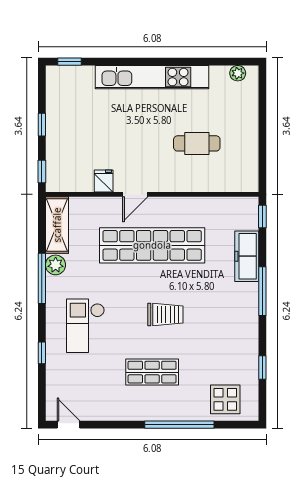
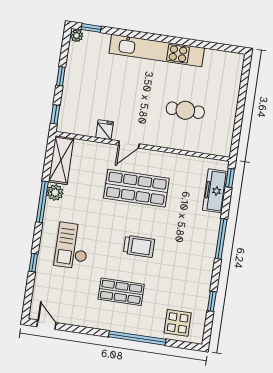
plant: (238, 73) -> (77, 36), moved
shop shelf: (152, 245) -> (136, 188), width x0.71
freezer: (247, 256) -> (215, 191), moved

